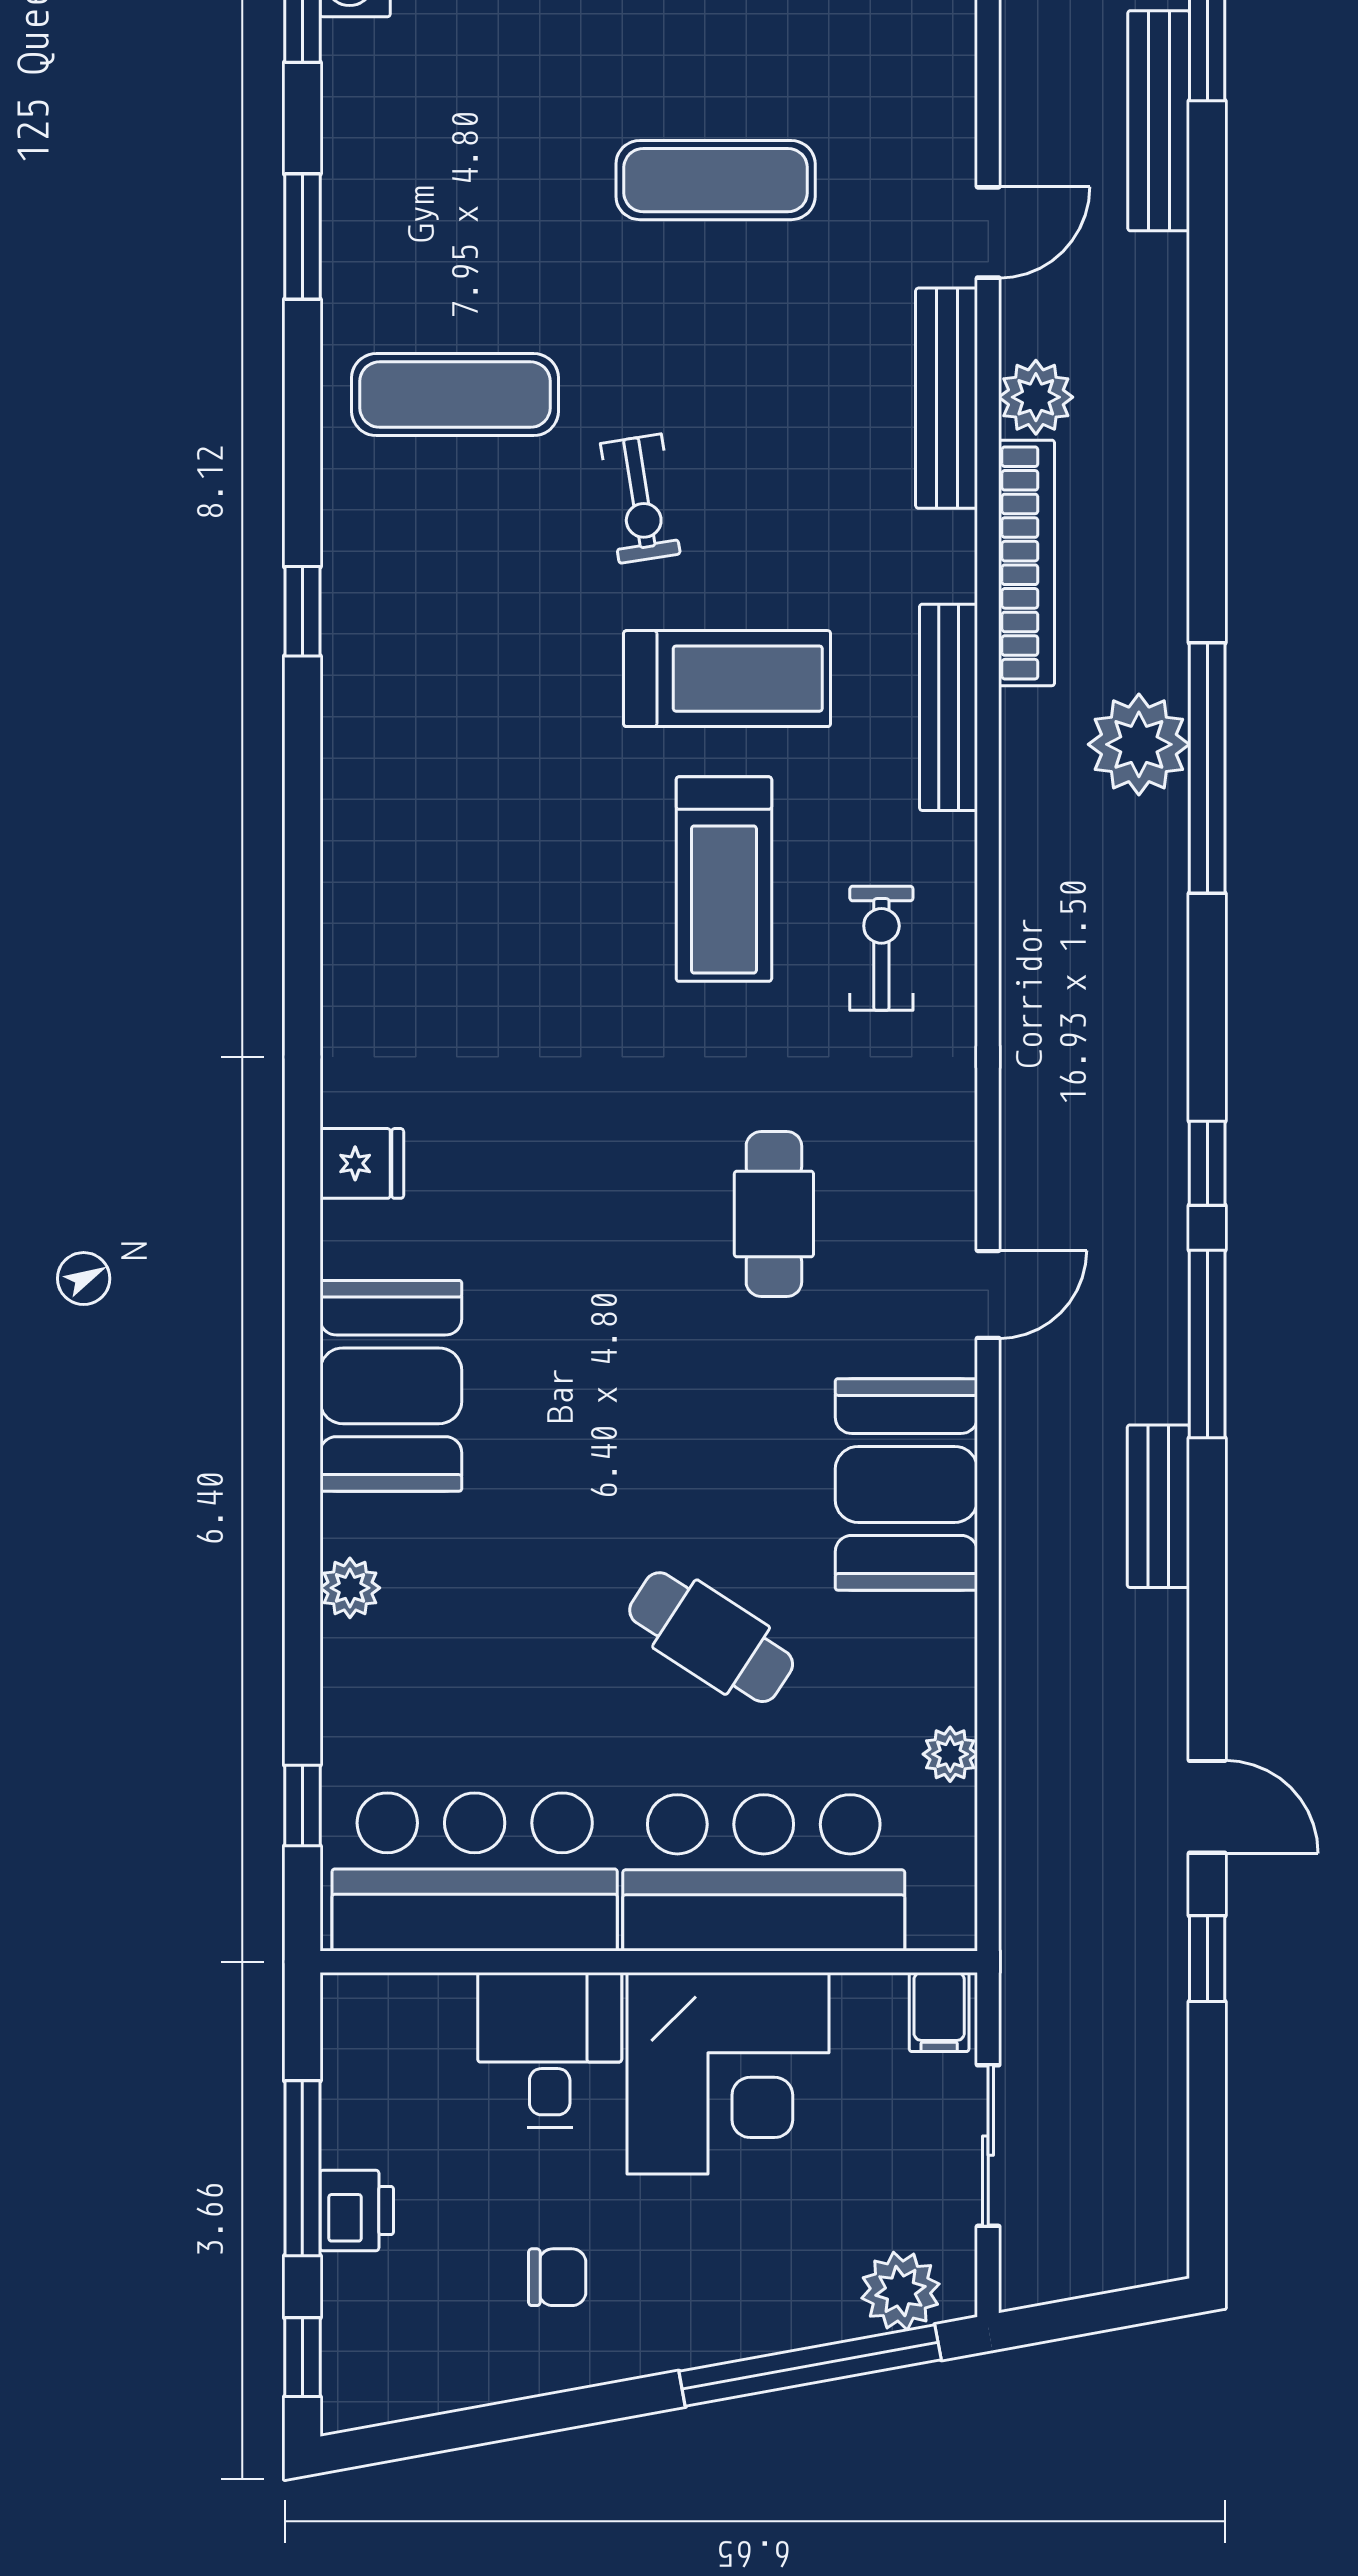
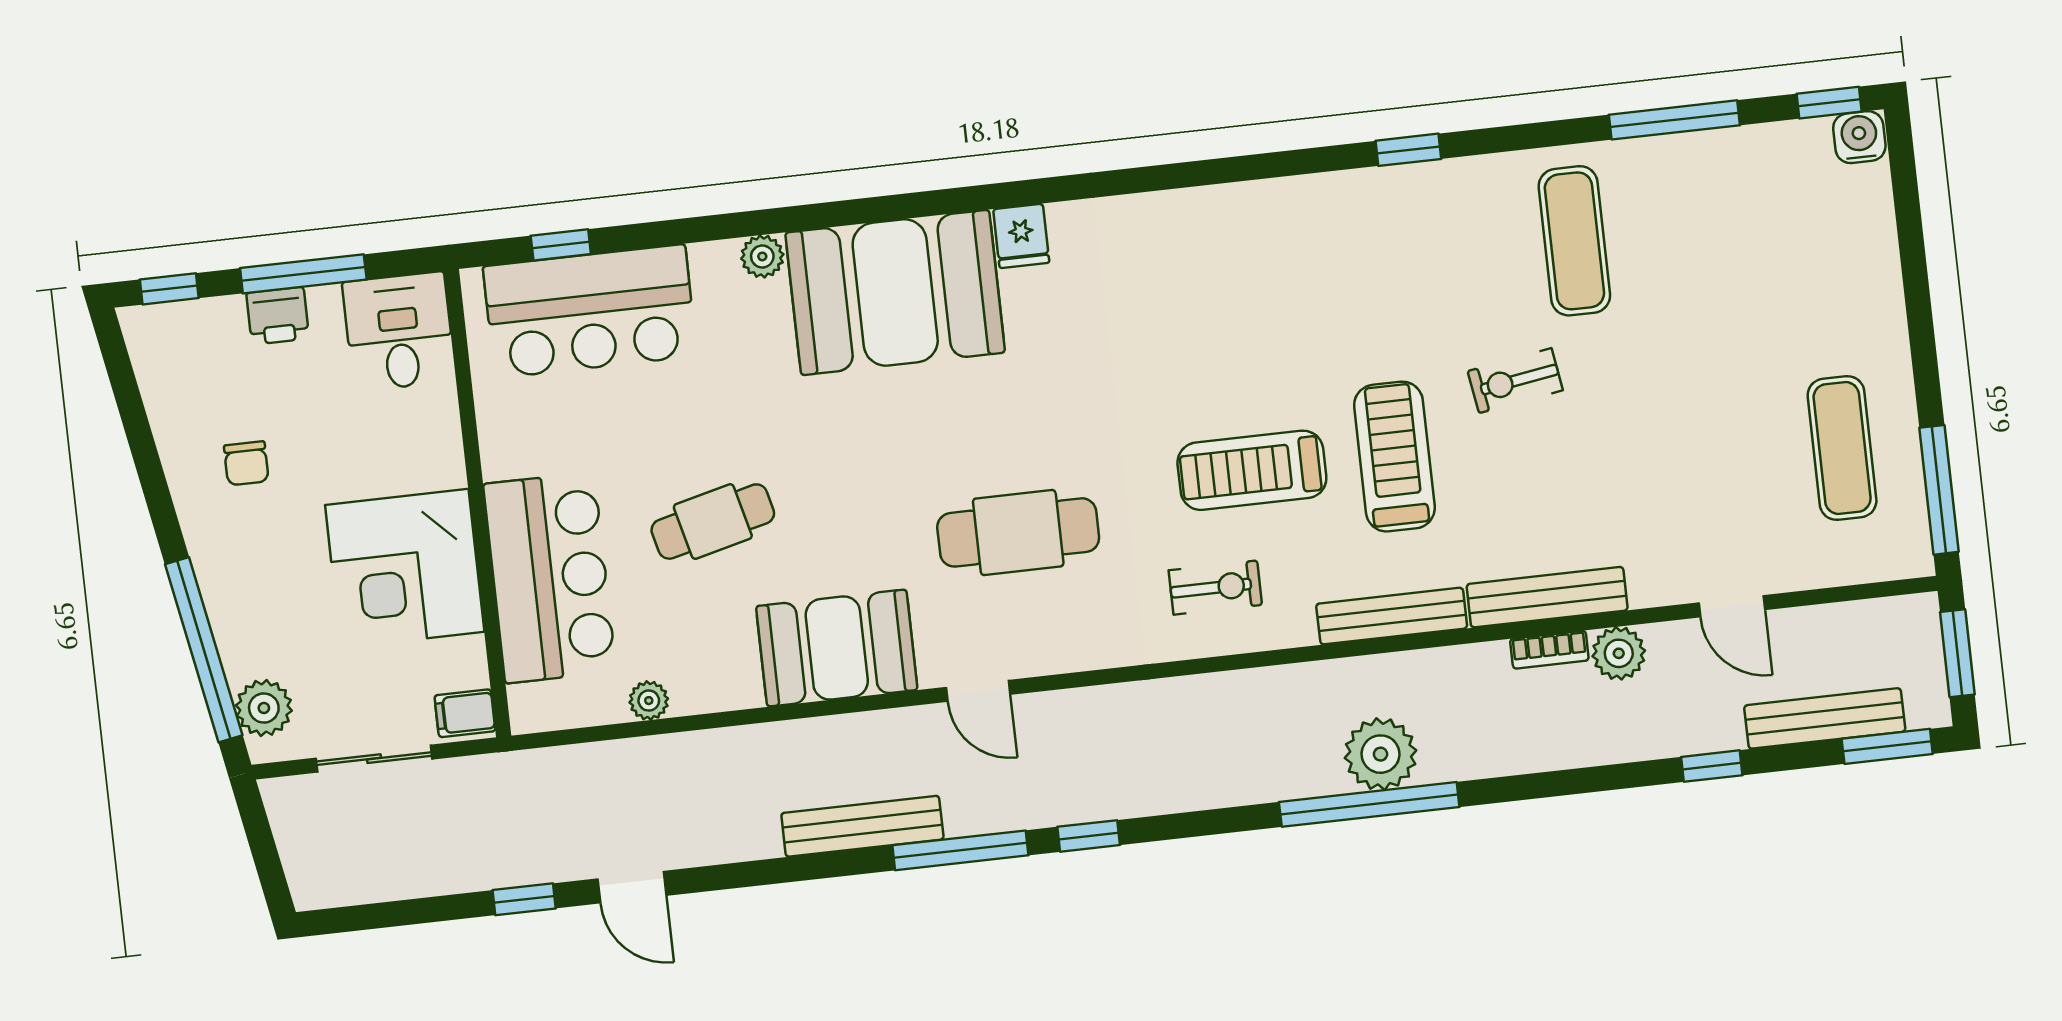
exercise mat: (716, 180) -> (1842, 448), moved
window: (302, 237) -> (1674, 120), width x1.44
window: (1207, 285) -> (1712, 766), added
bench: (947, 398) -> (1547, 597), moved
bookcase: (1027, 563) -> (1549, 650), width x0.43, depth x0.76
treadmill: (727, 679) -> (1394, 457), turned 180
cafe table: (774, 1214) -> (1018, 532), width x1.37, depth x1.35
booth: (391, 1386) -> (895, 293), width x1.36, depth x1.42
bench: (1158, 1506) -> (862, 826), width x1.36
plant: (350, 1588) -> (762, 256), moved
cafe table: (711, 1637) -> (713, 522), turned 43
door: (1207, 1807) -> (632, 887), hinge flipped
bar counter: (475, 1872) -> (590, 311), moved, turned 90
desk: (550, 2050) -> (399, 331), moved, turned -90

